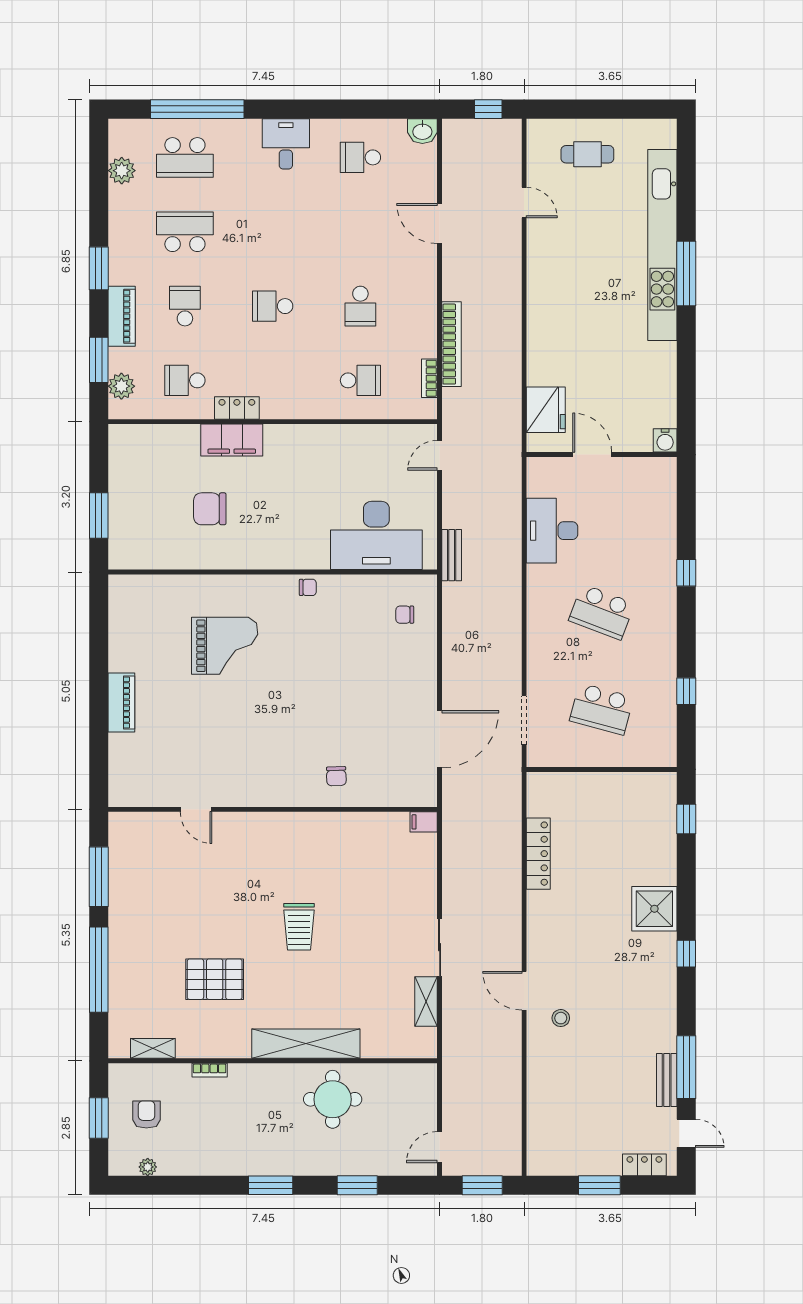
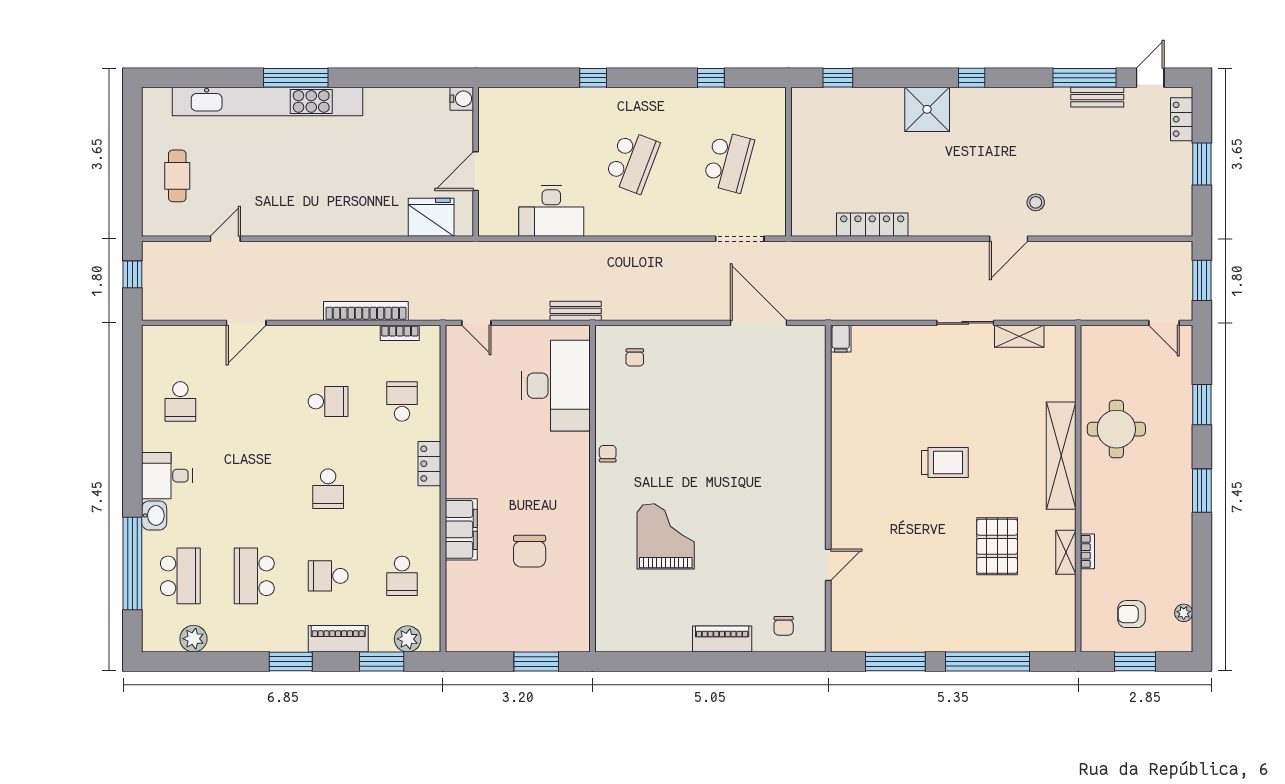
washbasin: (422, 131) -> (154, 515), moved
locker: (237, 408) -> (429, 464), moved
chair: (336, 776) -> (784, 626), moved, turned 92
shelving: (153, 1048) -> (1066, 552), moved

